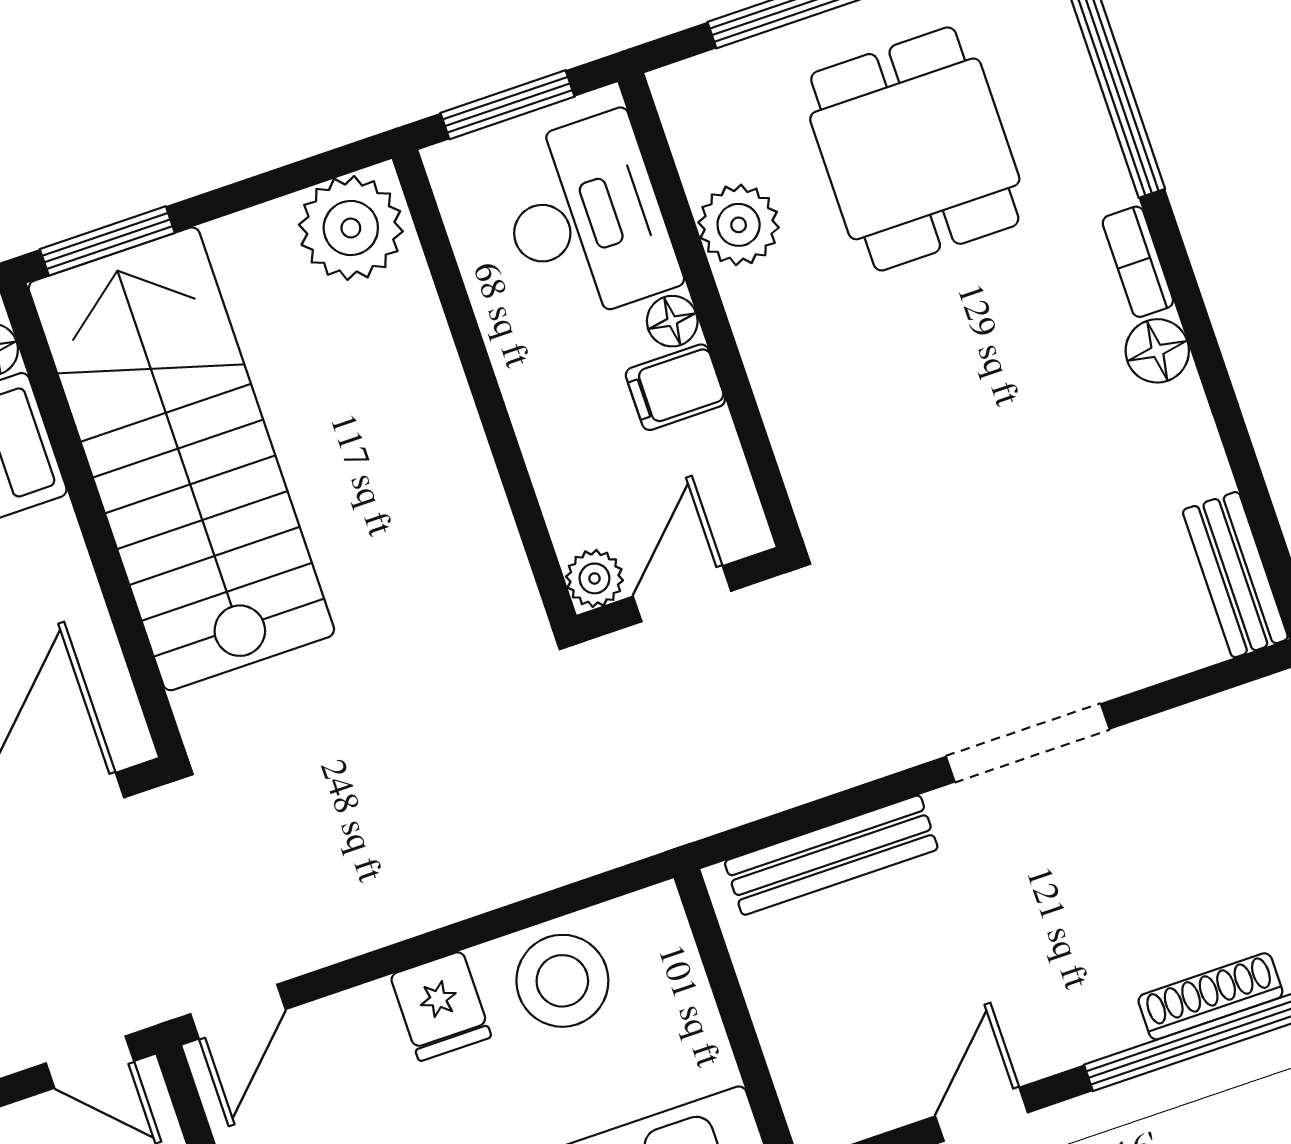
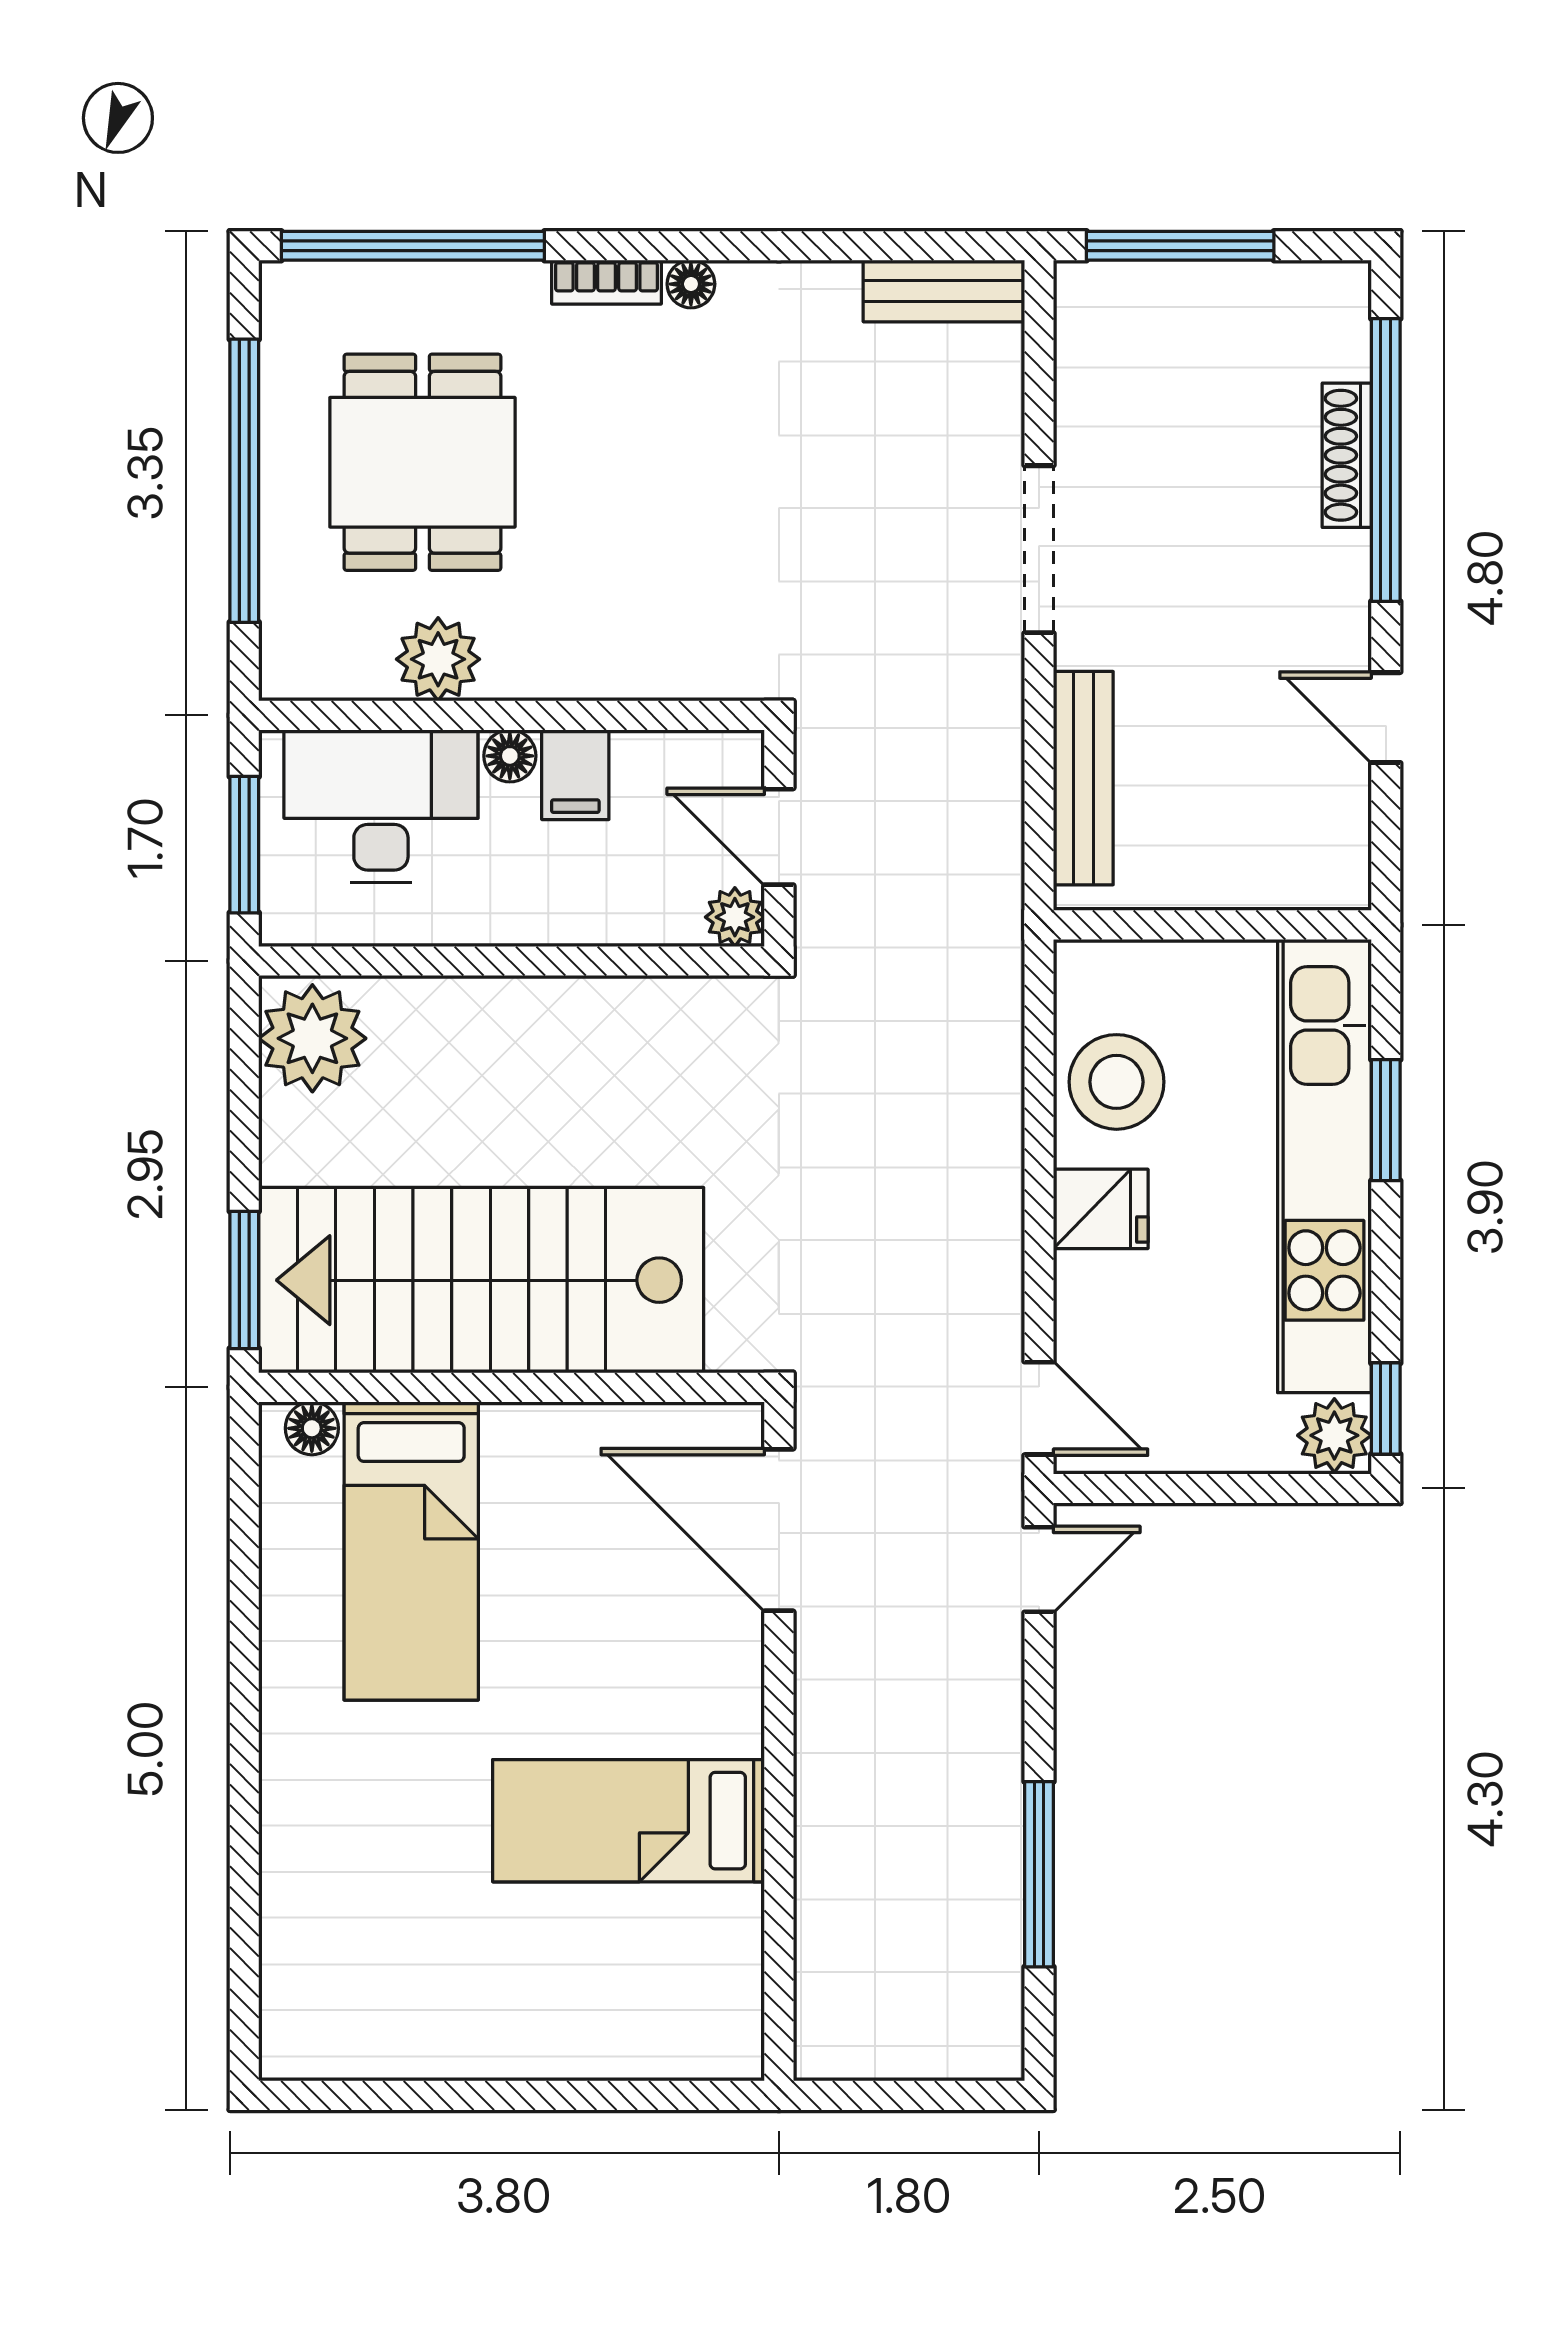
dining table: (915, 149) -> (422, 462), turned 90
floor lamp: (1157, 351) -> (691, 284), width x0.73, depth x0.73

